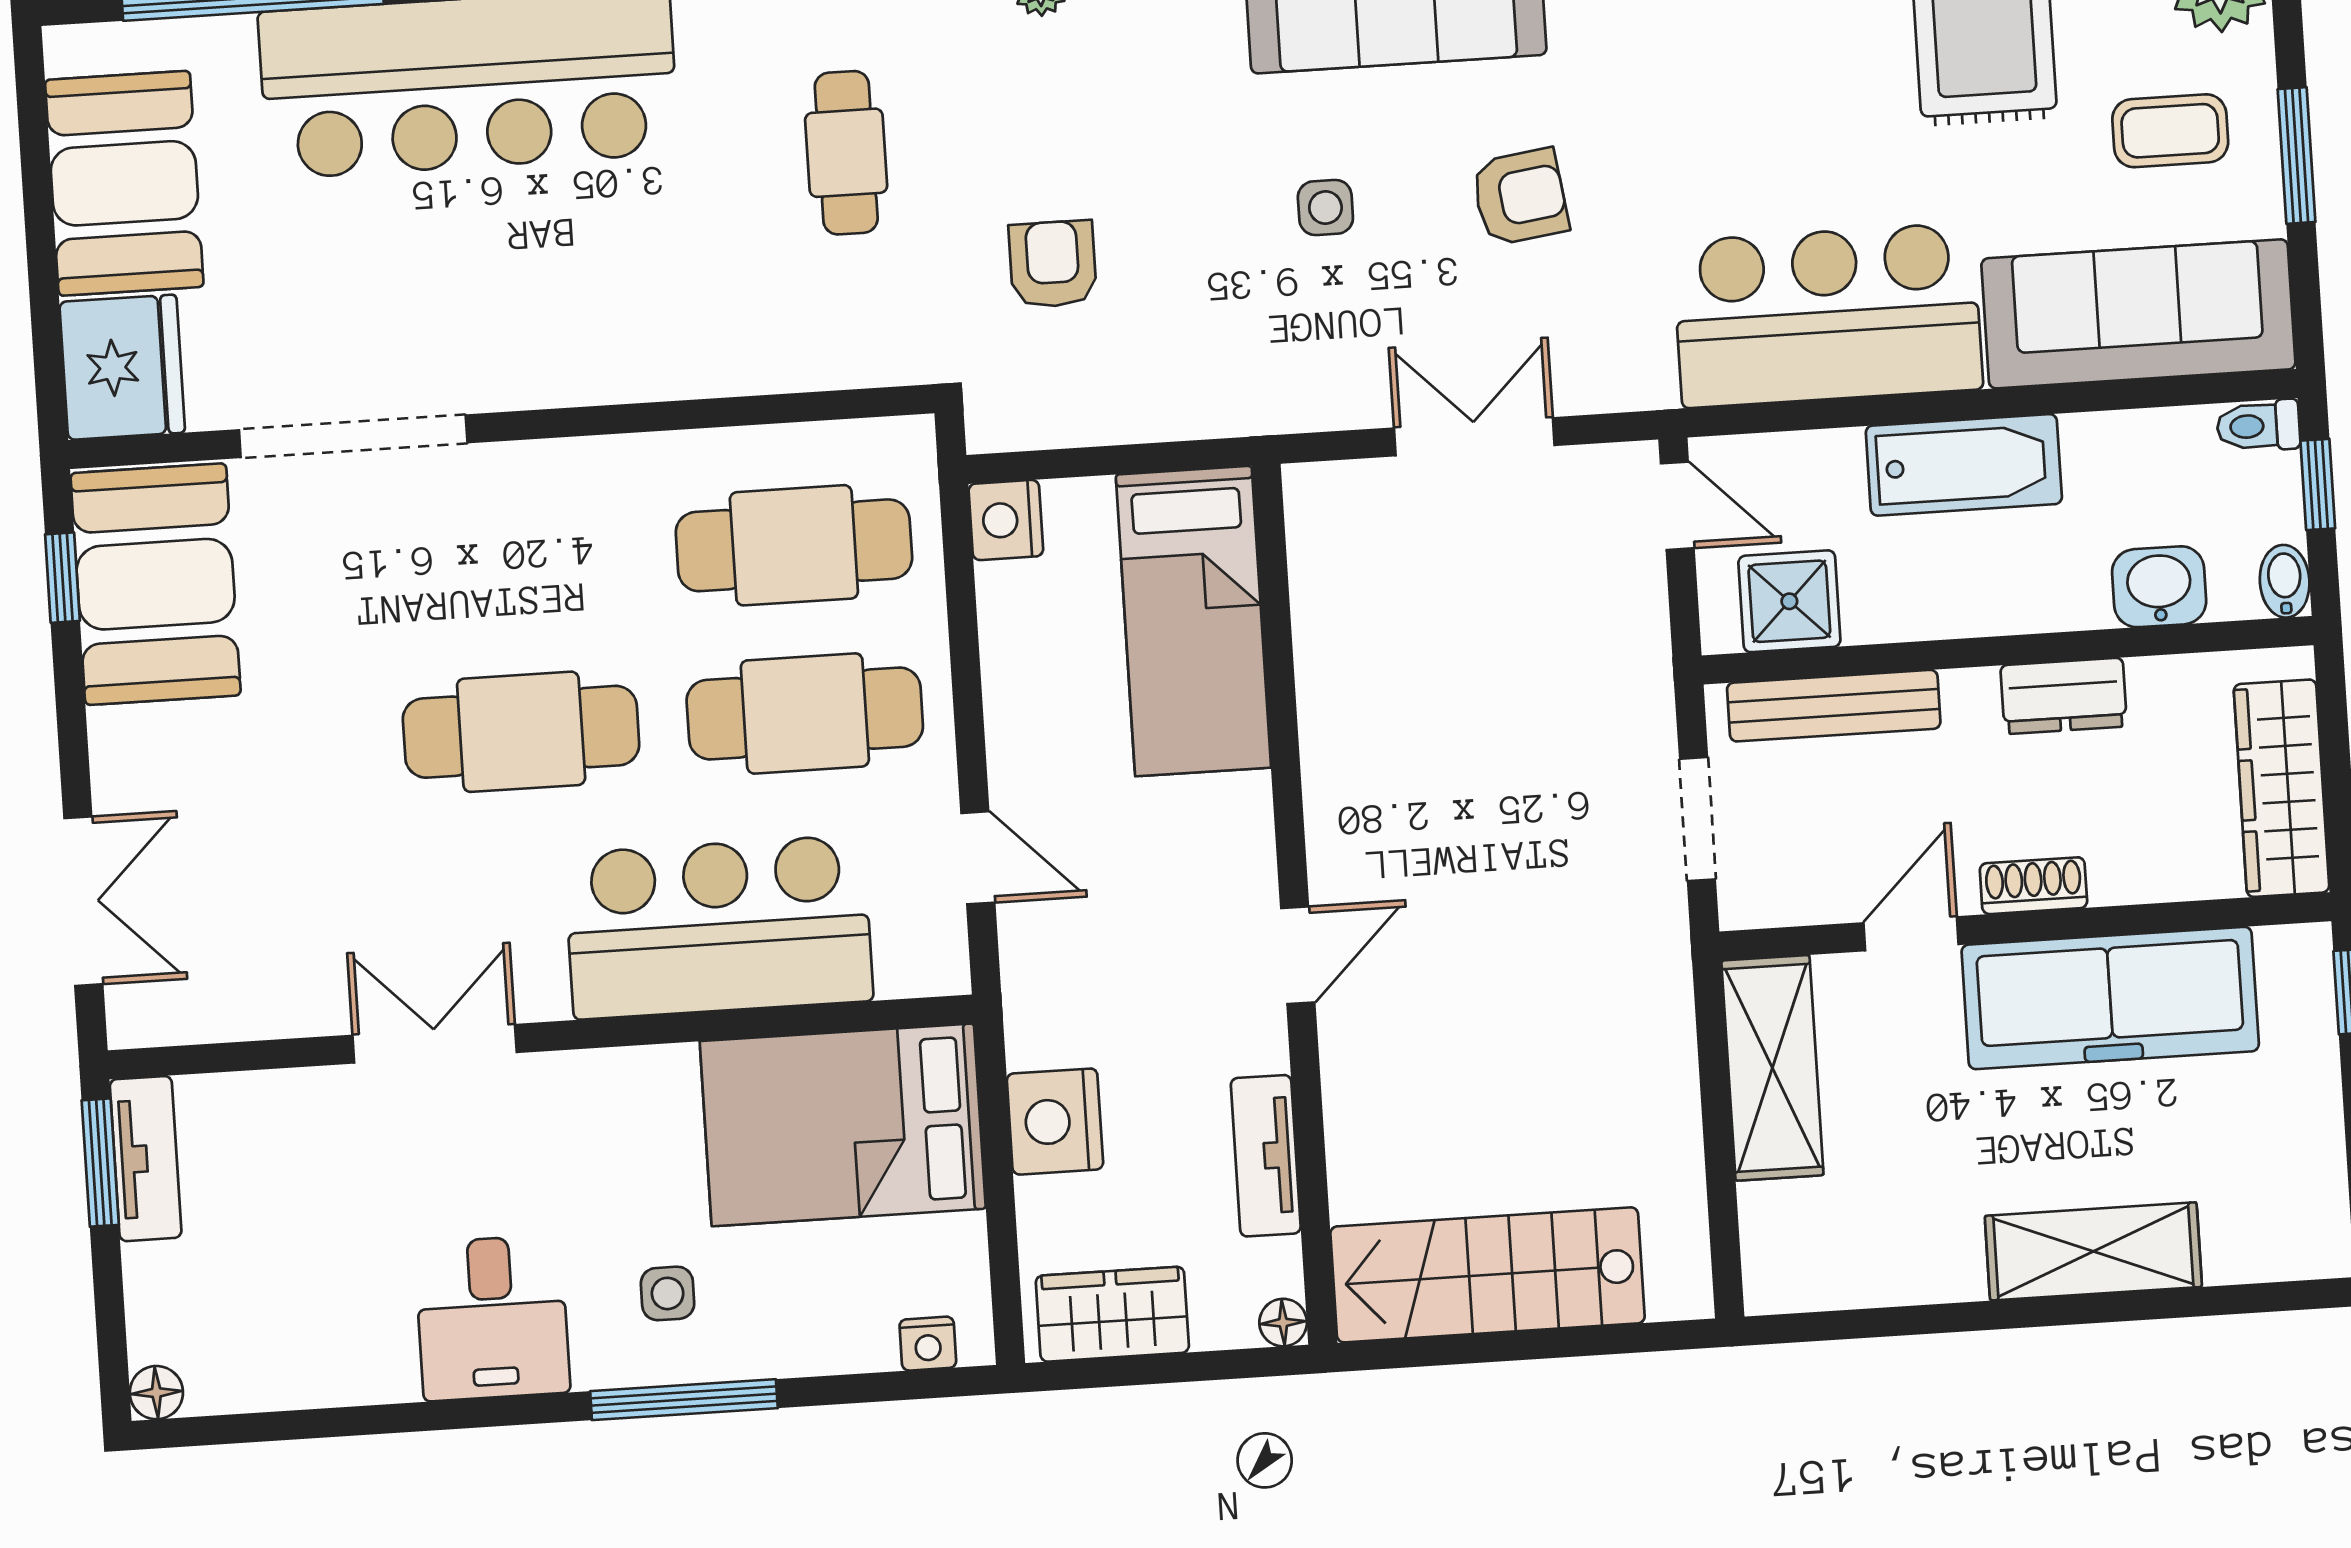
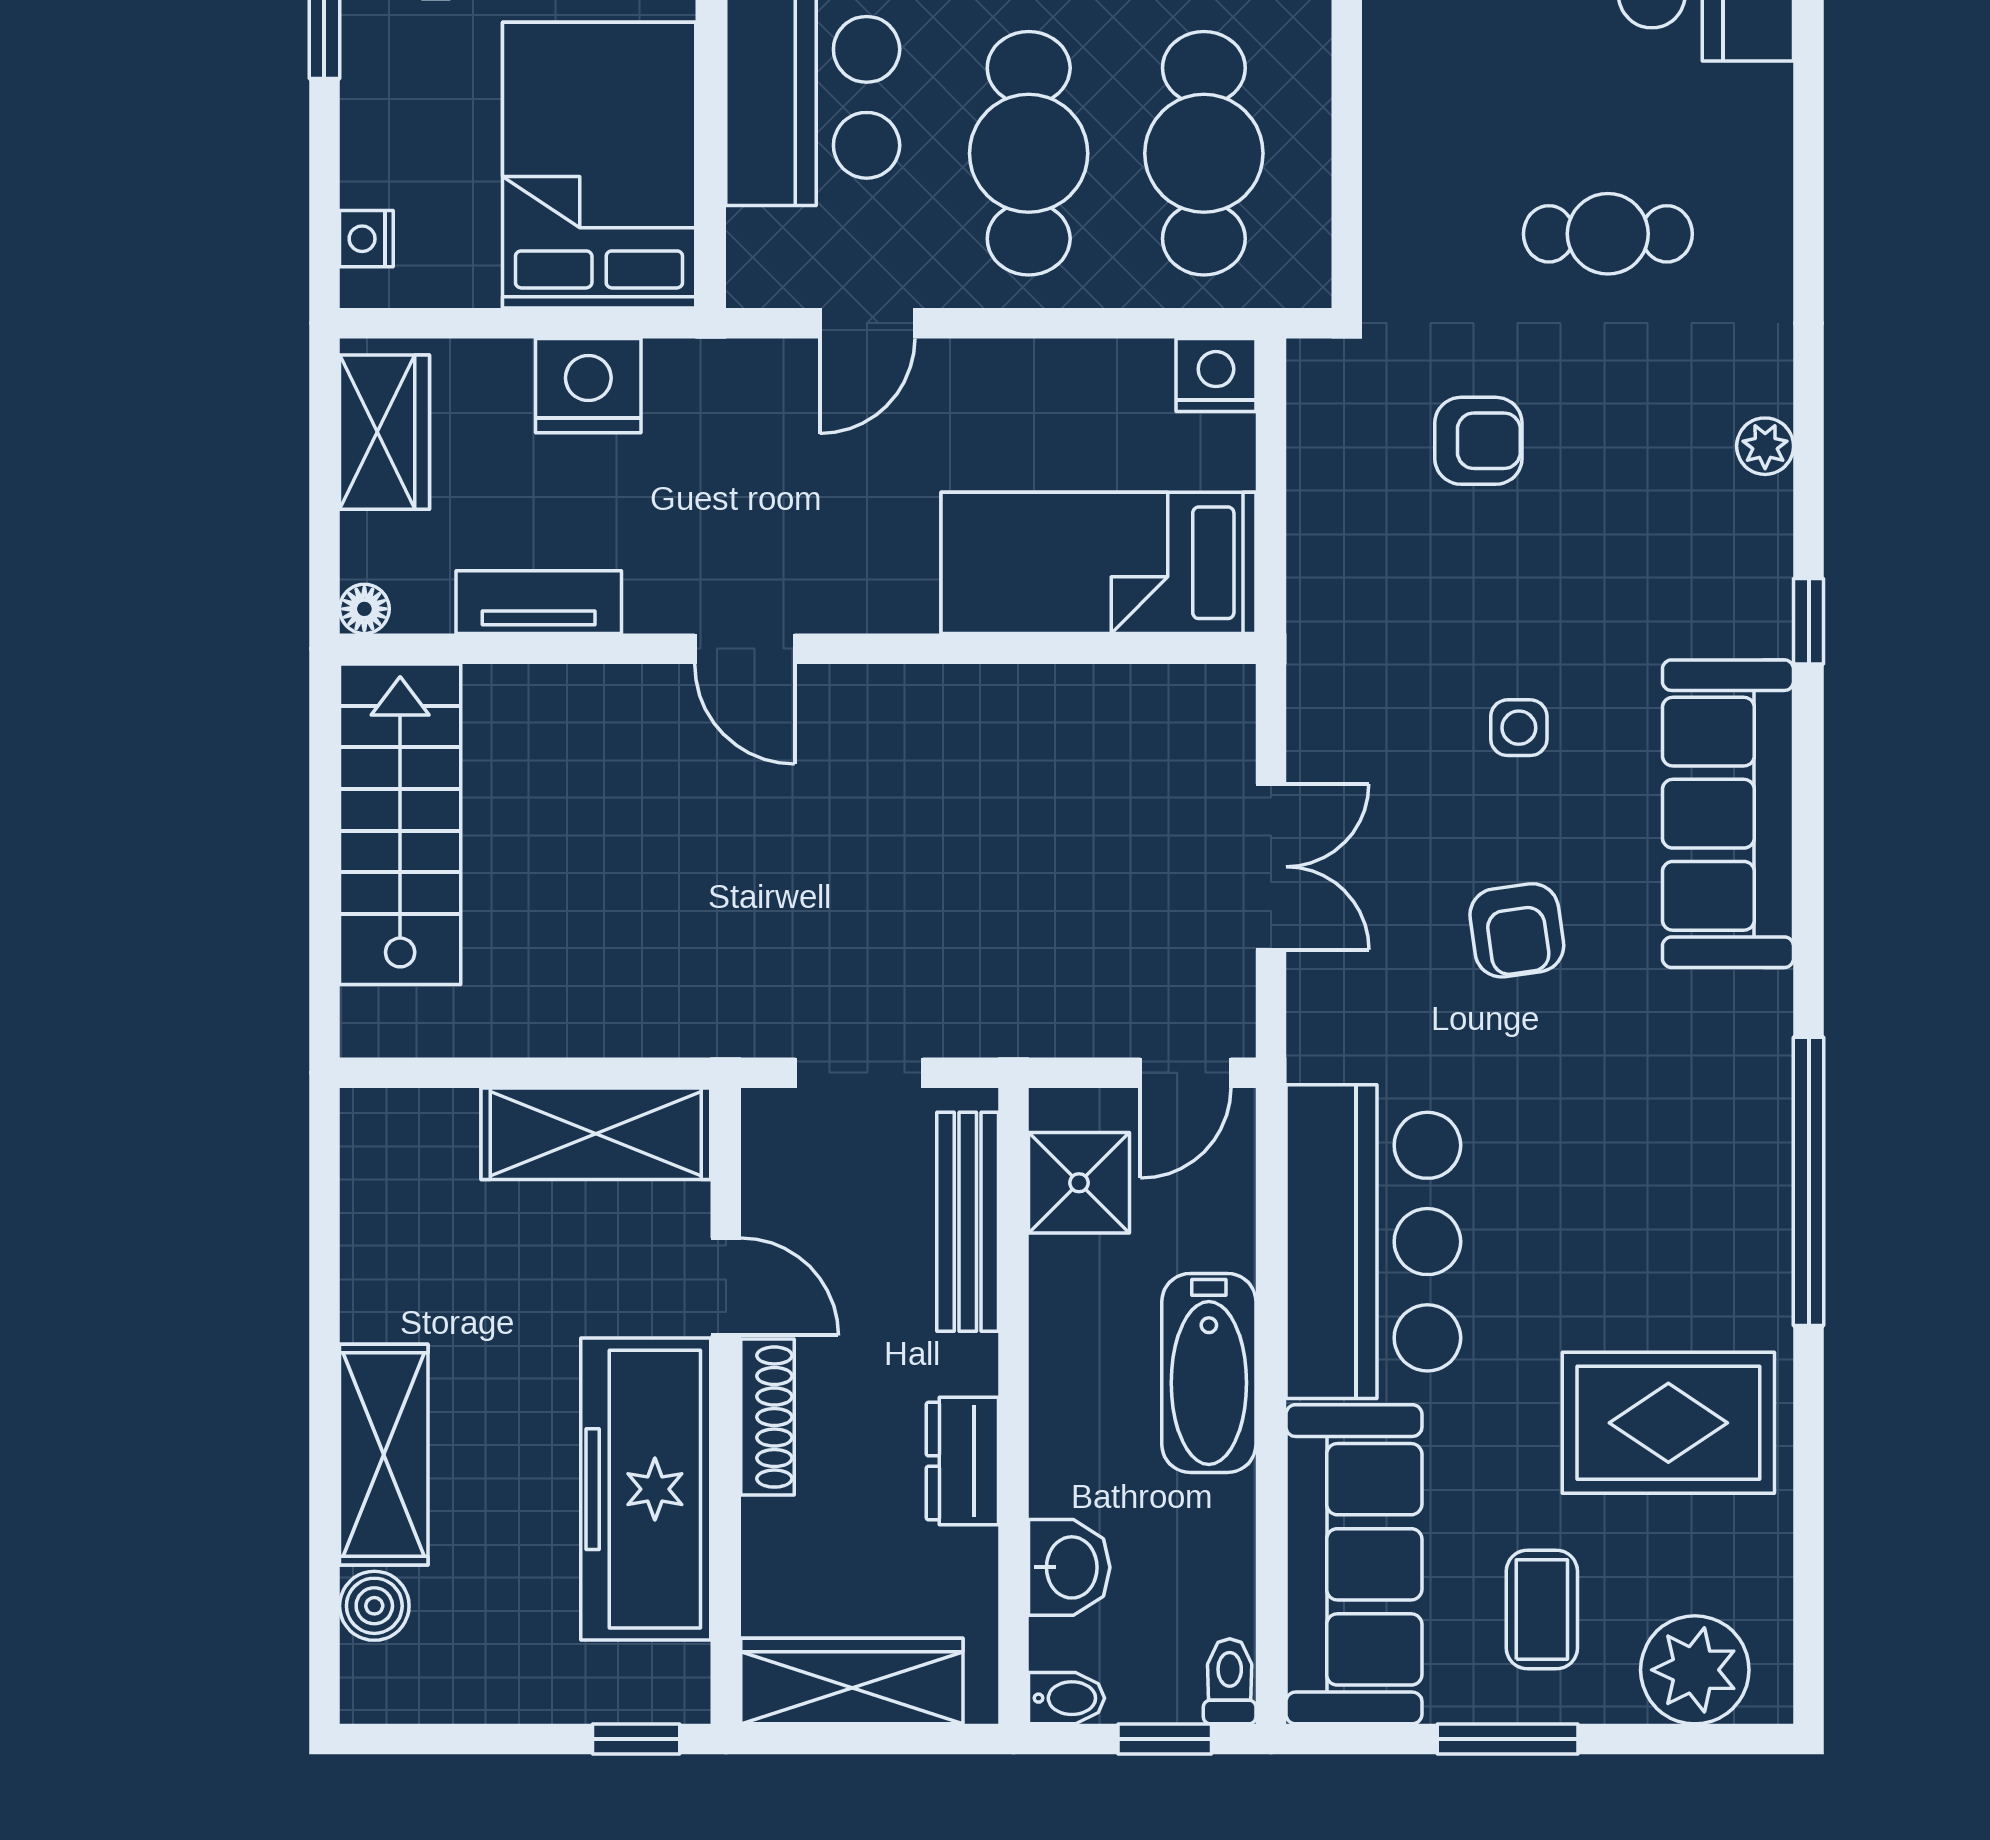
shoe rack: (2033, 886) -> (767, 1417), width x1.43
boiler: (2239, 1251) -> (374, 1606), added

